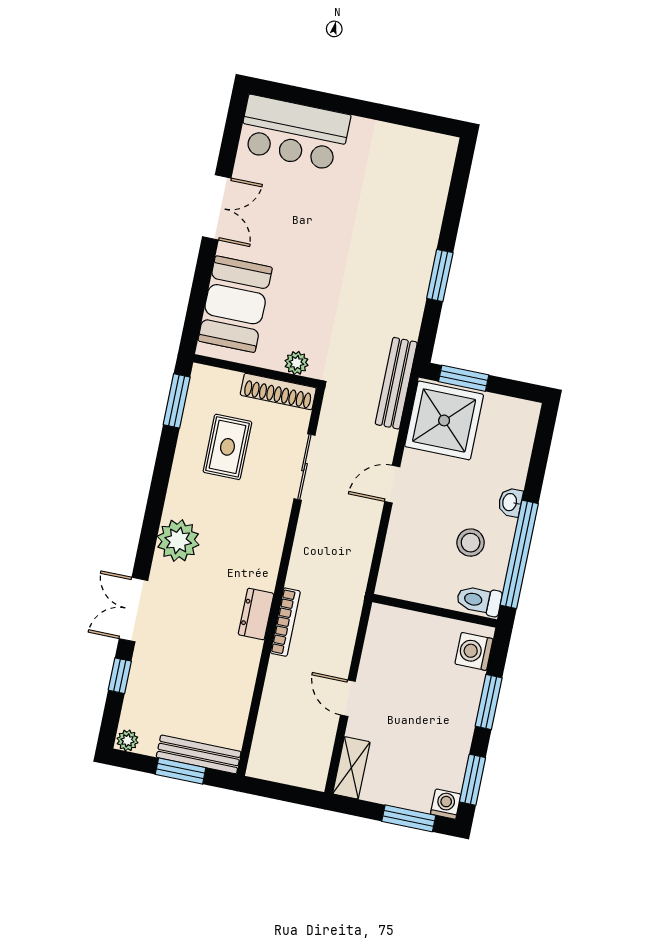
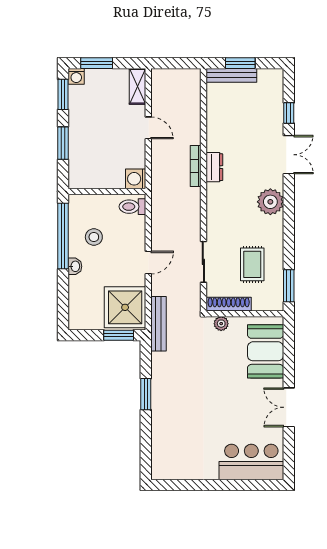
toilet: (479, 600) -> (132, 207), moved, turned 180
washing machine: (474, 651) -> (136, 179), moved, turned 180
plant: (127, 740) -> (276, 75), removed

